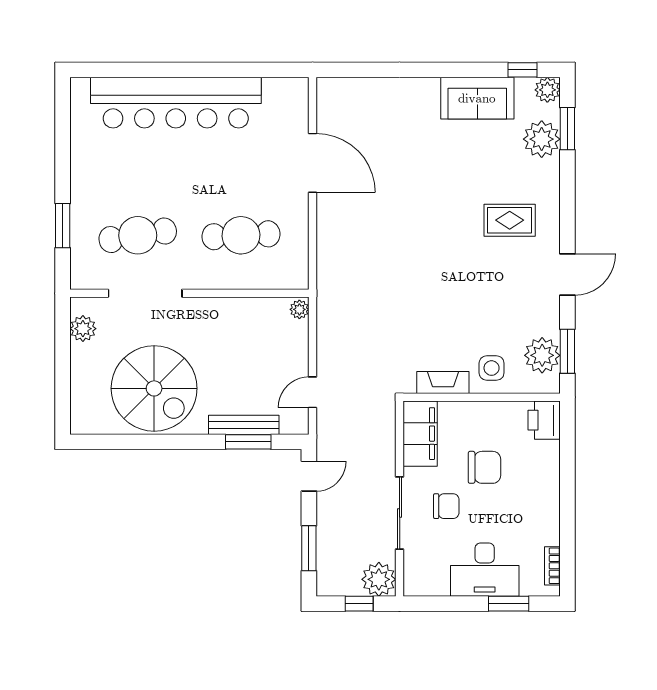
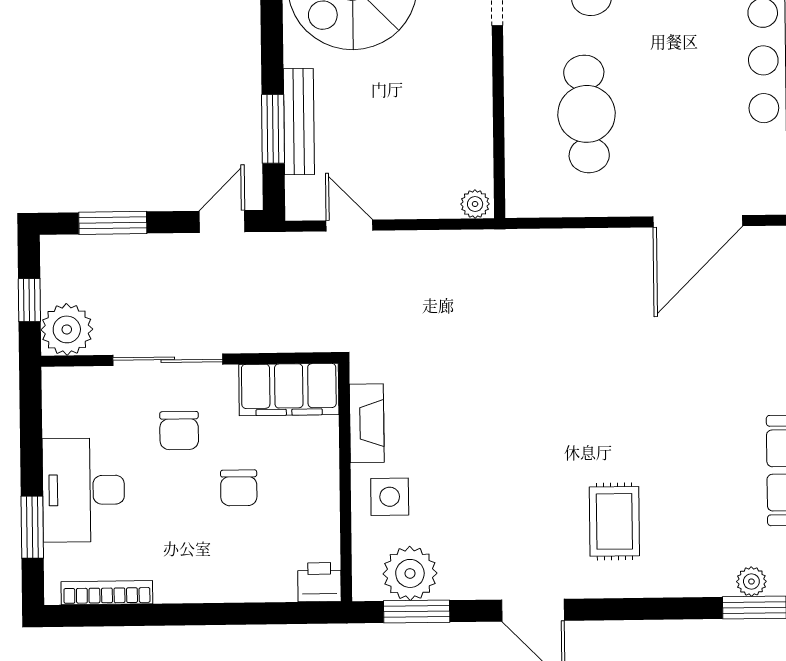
plant: (542, 139) -> (751, 581), width x0.53, depth x0.53
printer: (544, 420) -> (319, 582), width x0.73, depth x0.81
chair: (484, 467) -> (239, 488), width x0.73, depth x0.73
door: (309, 476) -> (222, 222), swing flipped
bookcase: (552, 566) -> (107, 593), width x1.56

